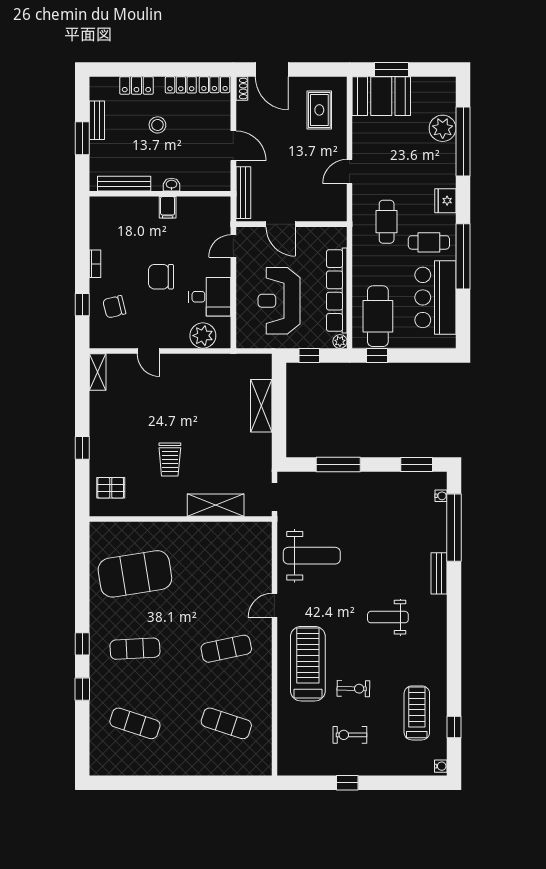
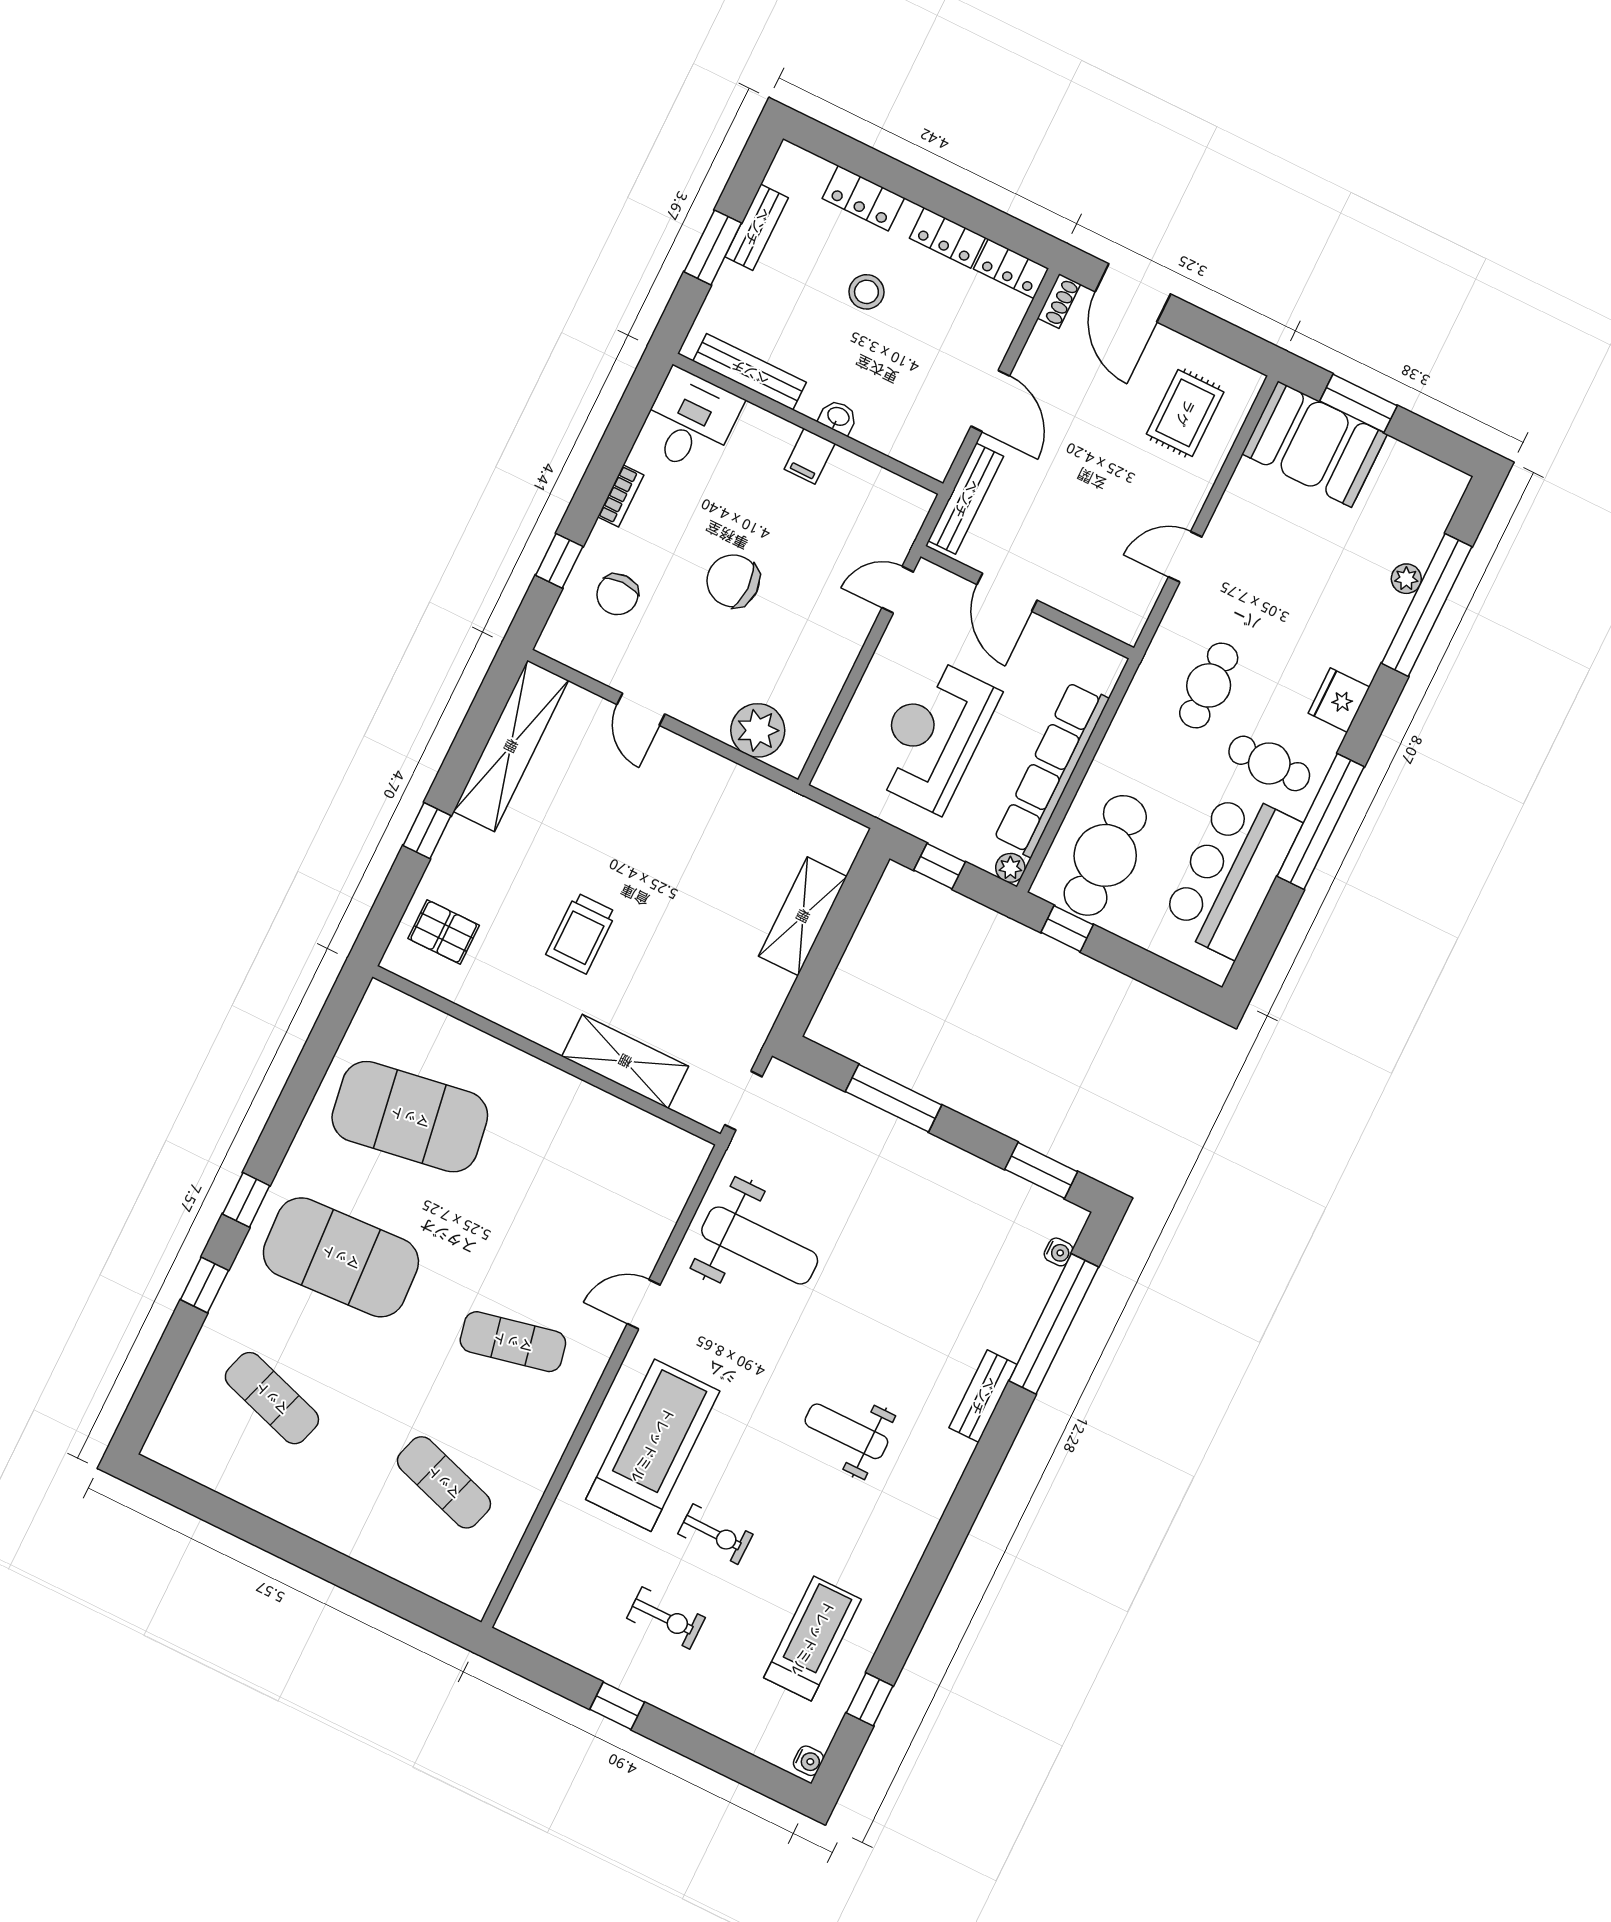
plant: (443, 128) -> (1406, 579), width x0.53, depth x0.53
desk: (210, 297) -> (690, 421), moved, turned -90
chair: (114, 307) -> (617, 594), turned -76
shelving: (98, 372) -> (511, 746), width x2.20, depth x1.33
exercise mat: (135, 649) -> (341, 1257), width x2.00, depth x1.45
exercise bike: (350, 735) -> (666, 1618), turned 180

